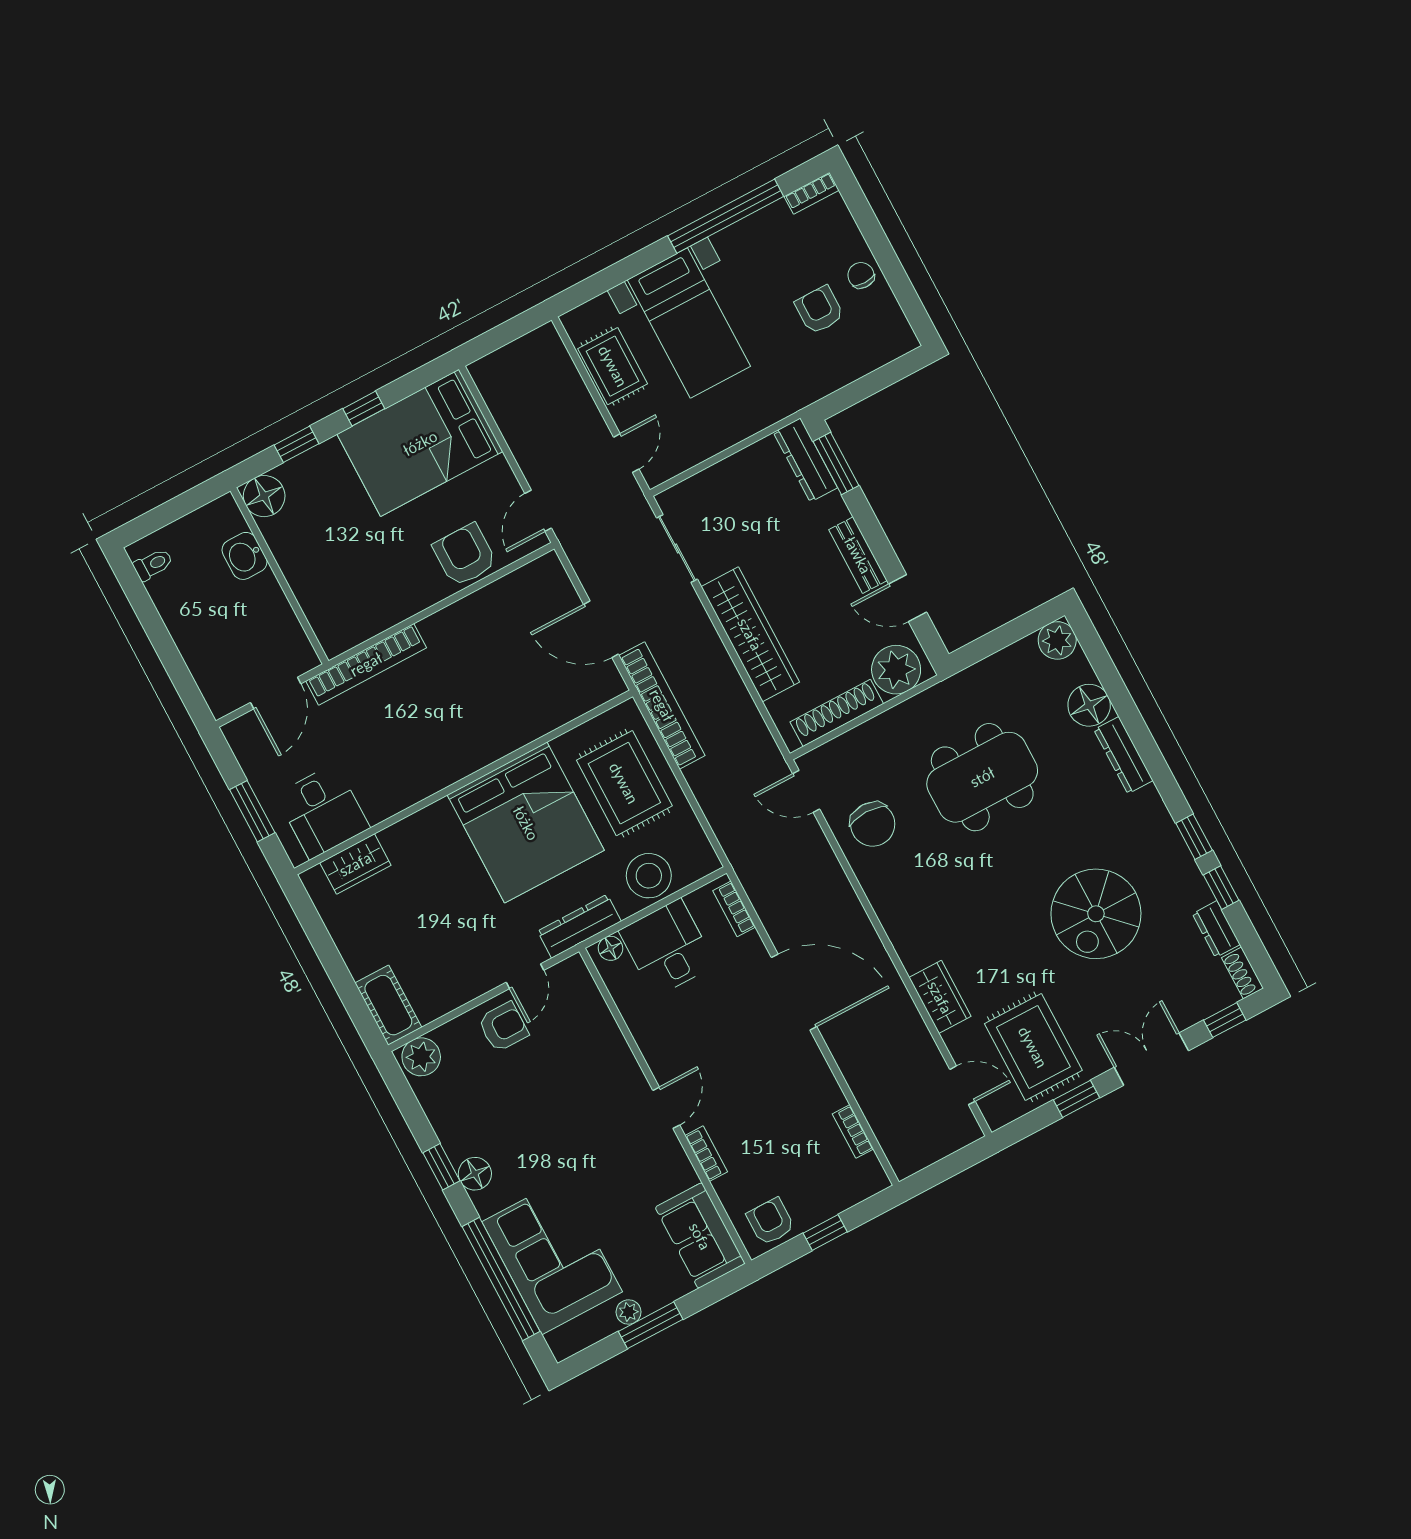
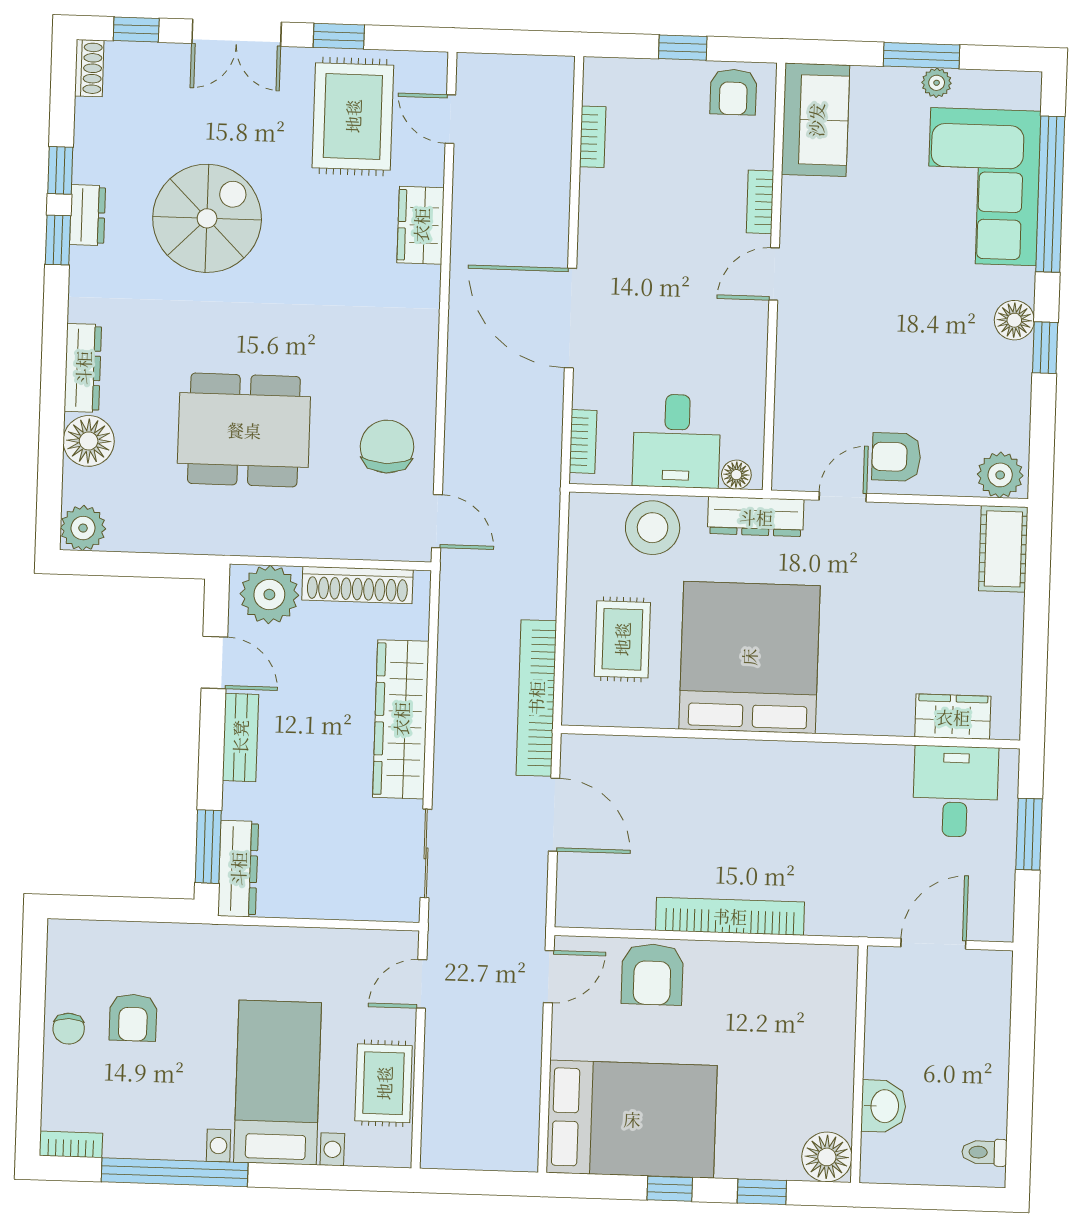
bookcase: (366, 664) -> (730, 916), moved
rug: (624, 783) -> (622, 639), width x0.73, depth x0.70
dresser: (1216, 929) -> (88, 215), moved

